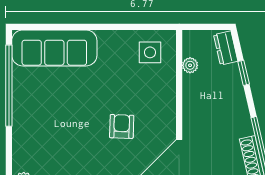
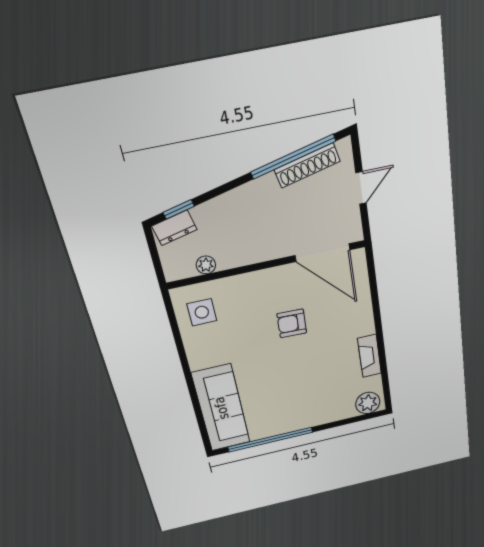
window: (244, 73) -> (179, 209), moved

